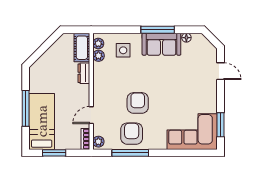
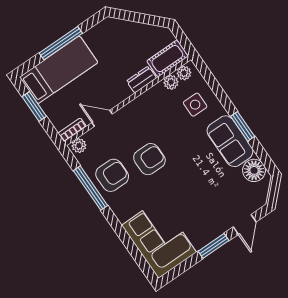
window: (158, 30) -> (243, 126), width x0.69
floor lamp: (186, 38) -> (254, 170), width x1.89, depth x1.89
window: (221, 125) -> (214, 246), moved

